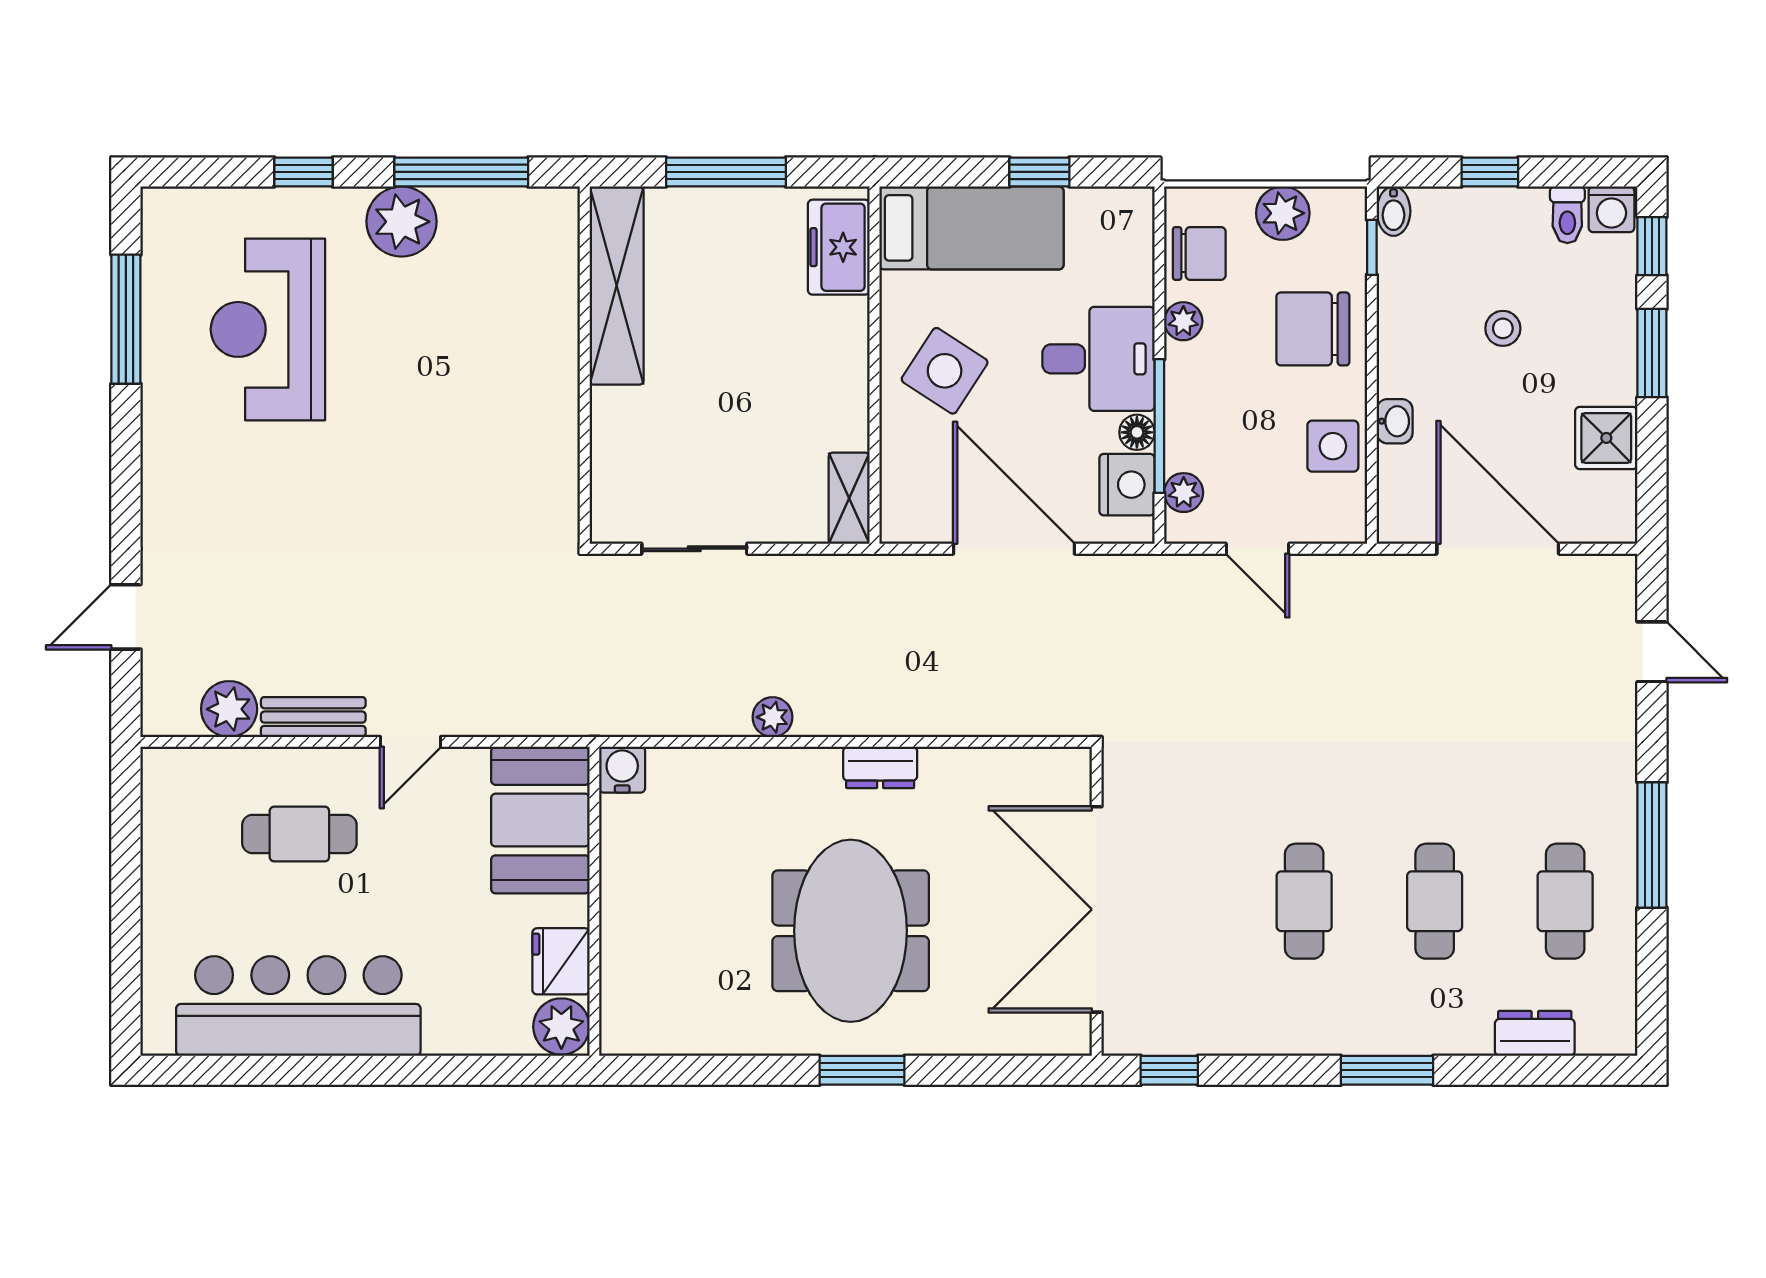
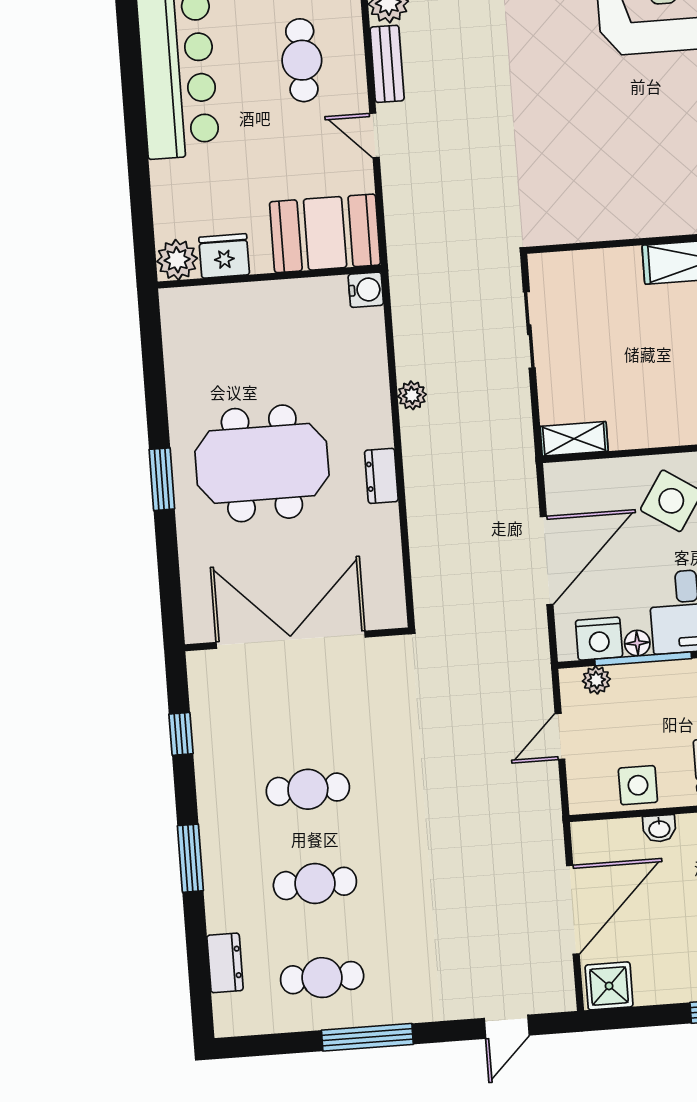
shower: (1606, 438) -> (609, 986), moved
window: (1169, 1070) -> (181, 734), moved

